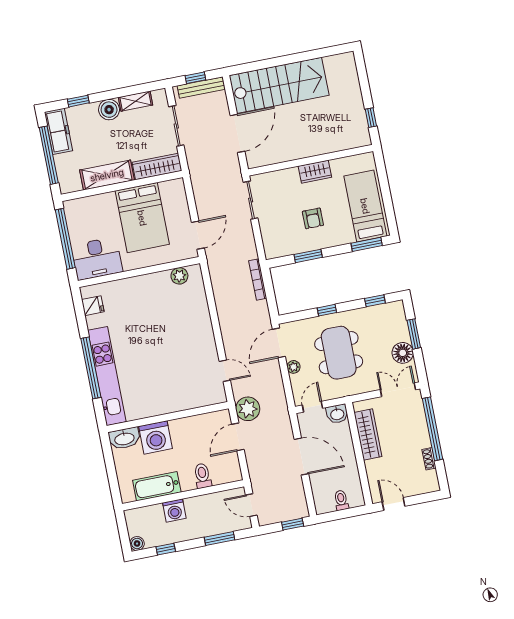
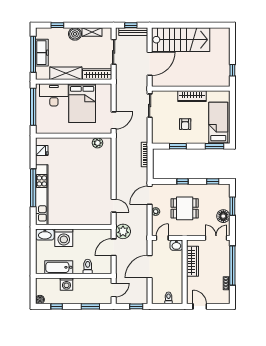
freezer: (58, 131) -> (42, 53), moved
wardrobe: (315, 172) -> (192, 96), width x1.50
desk: (97, 259) -> (54, 95), moved, turned 180
dining table: (339, 353) -> (185, 208), width x0.73
door: (301, 456) -> (150, 267), swing flipped
door: (251, 505) -> (114, 290), swing flipped

